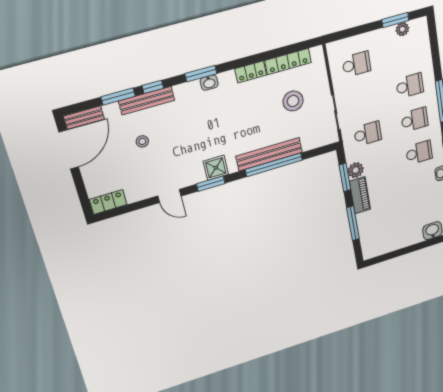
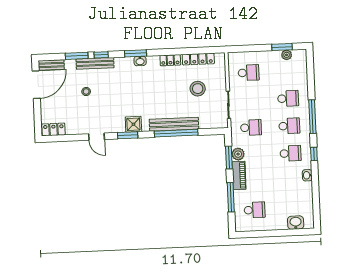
school desk: (383, 230) -> (255, 210), added

